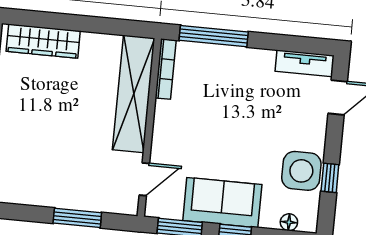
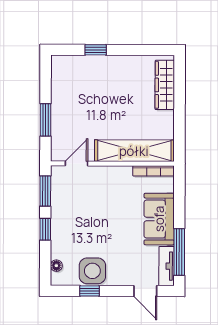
window: (214, 36) -> (179, 252), moved
door: (144, 179) -> (76, 163), swing flipped
sofa: (222, 203) -> (159, 219), moved, turned 180

